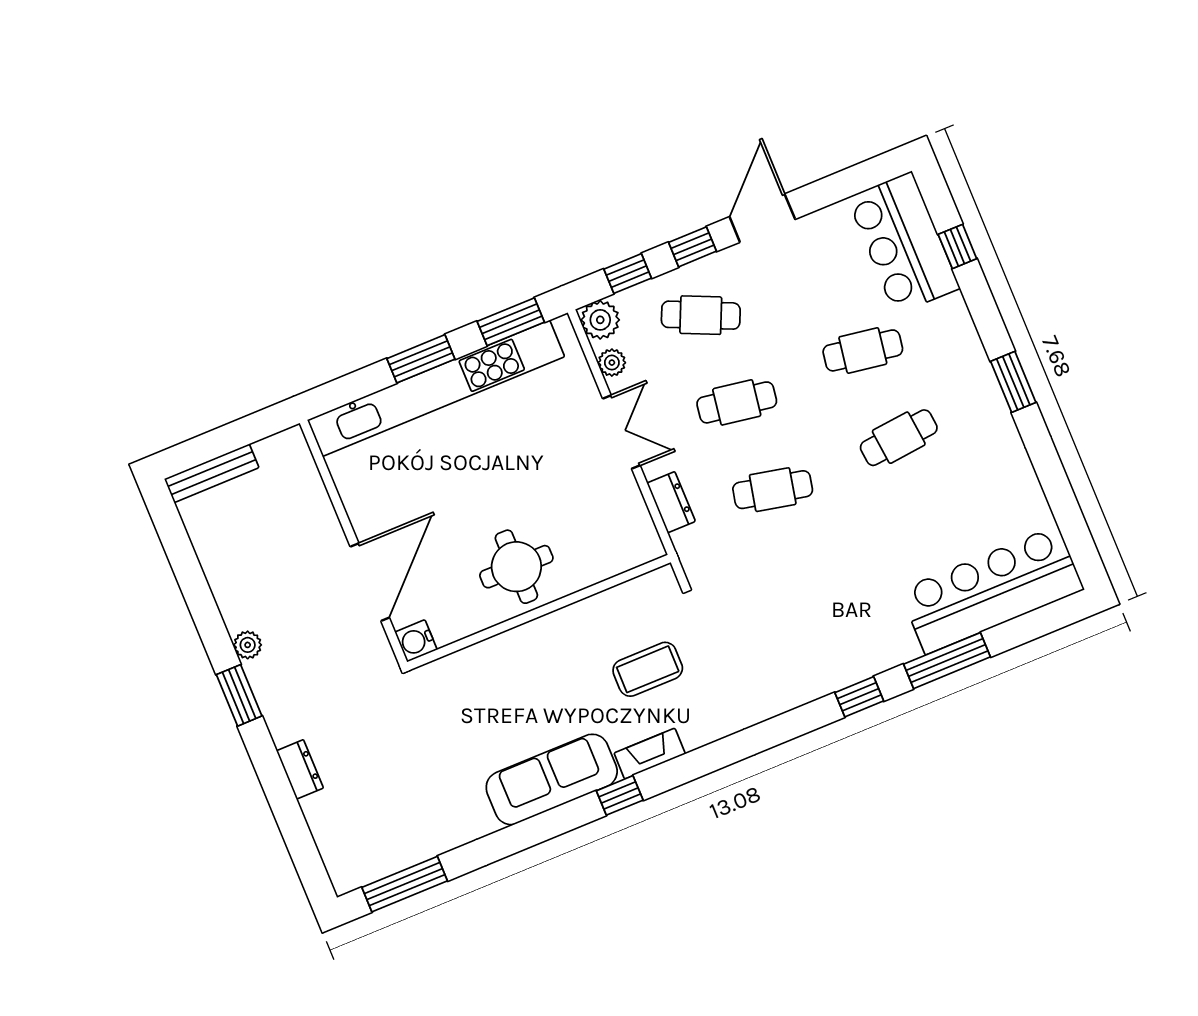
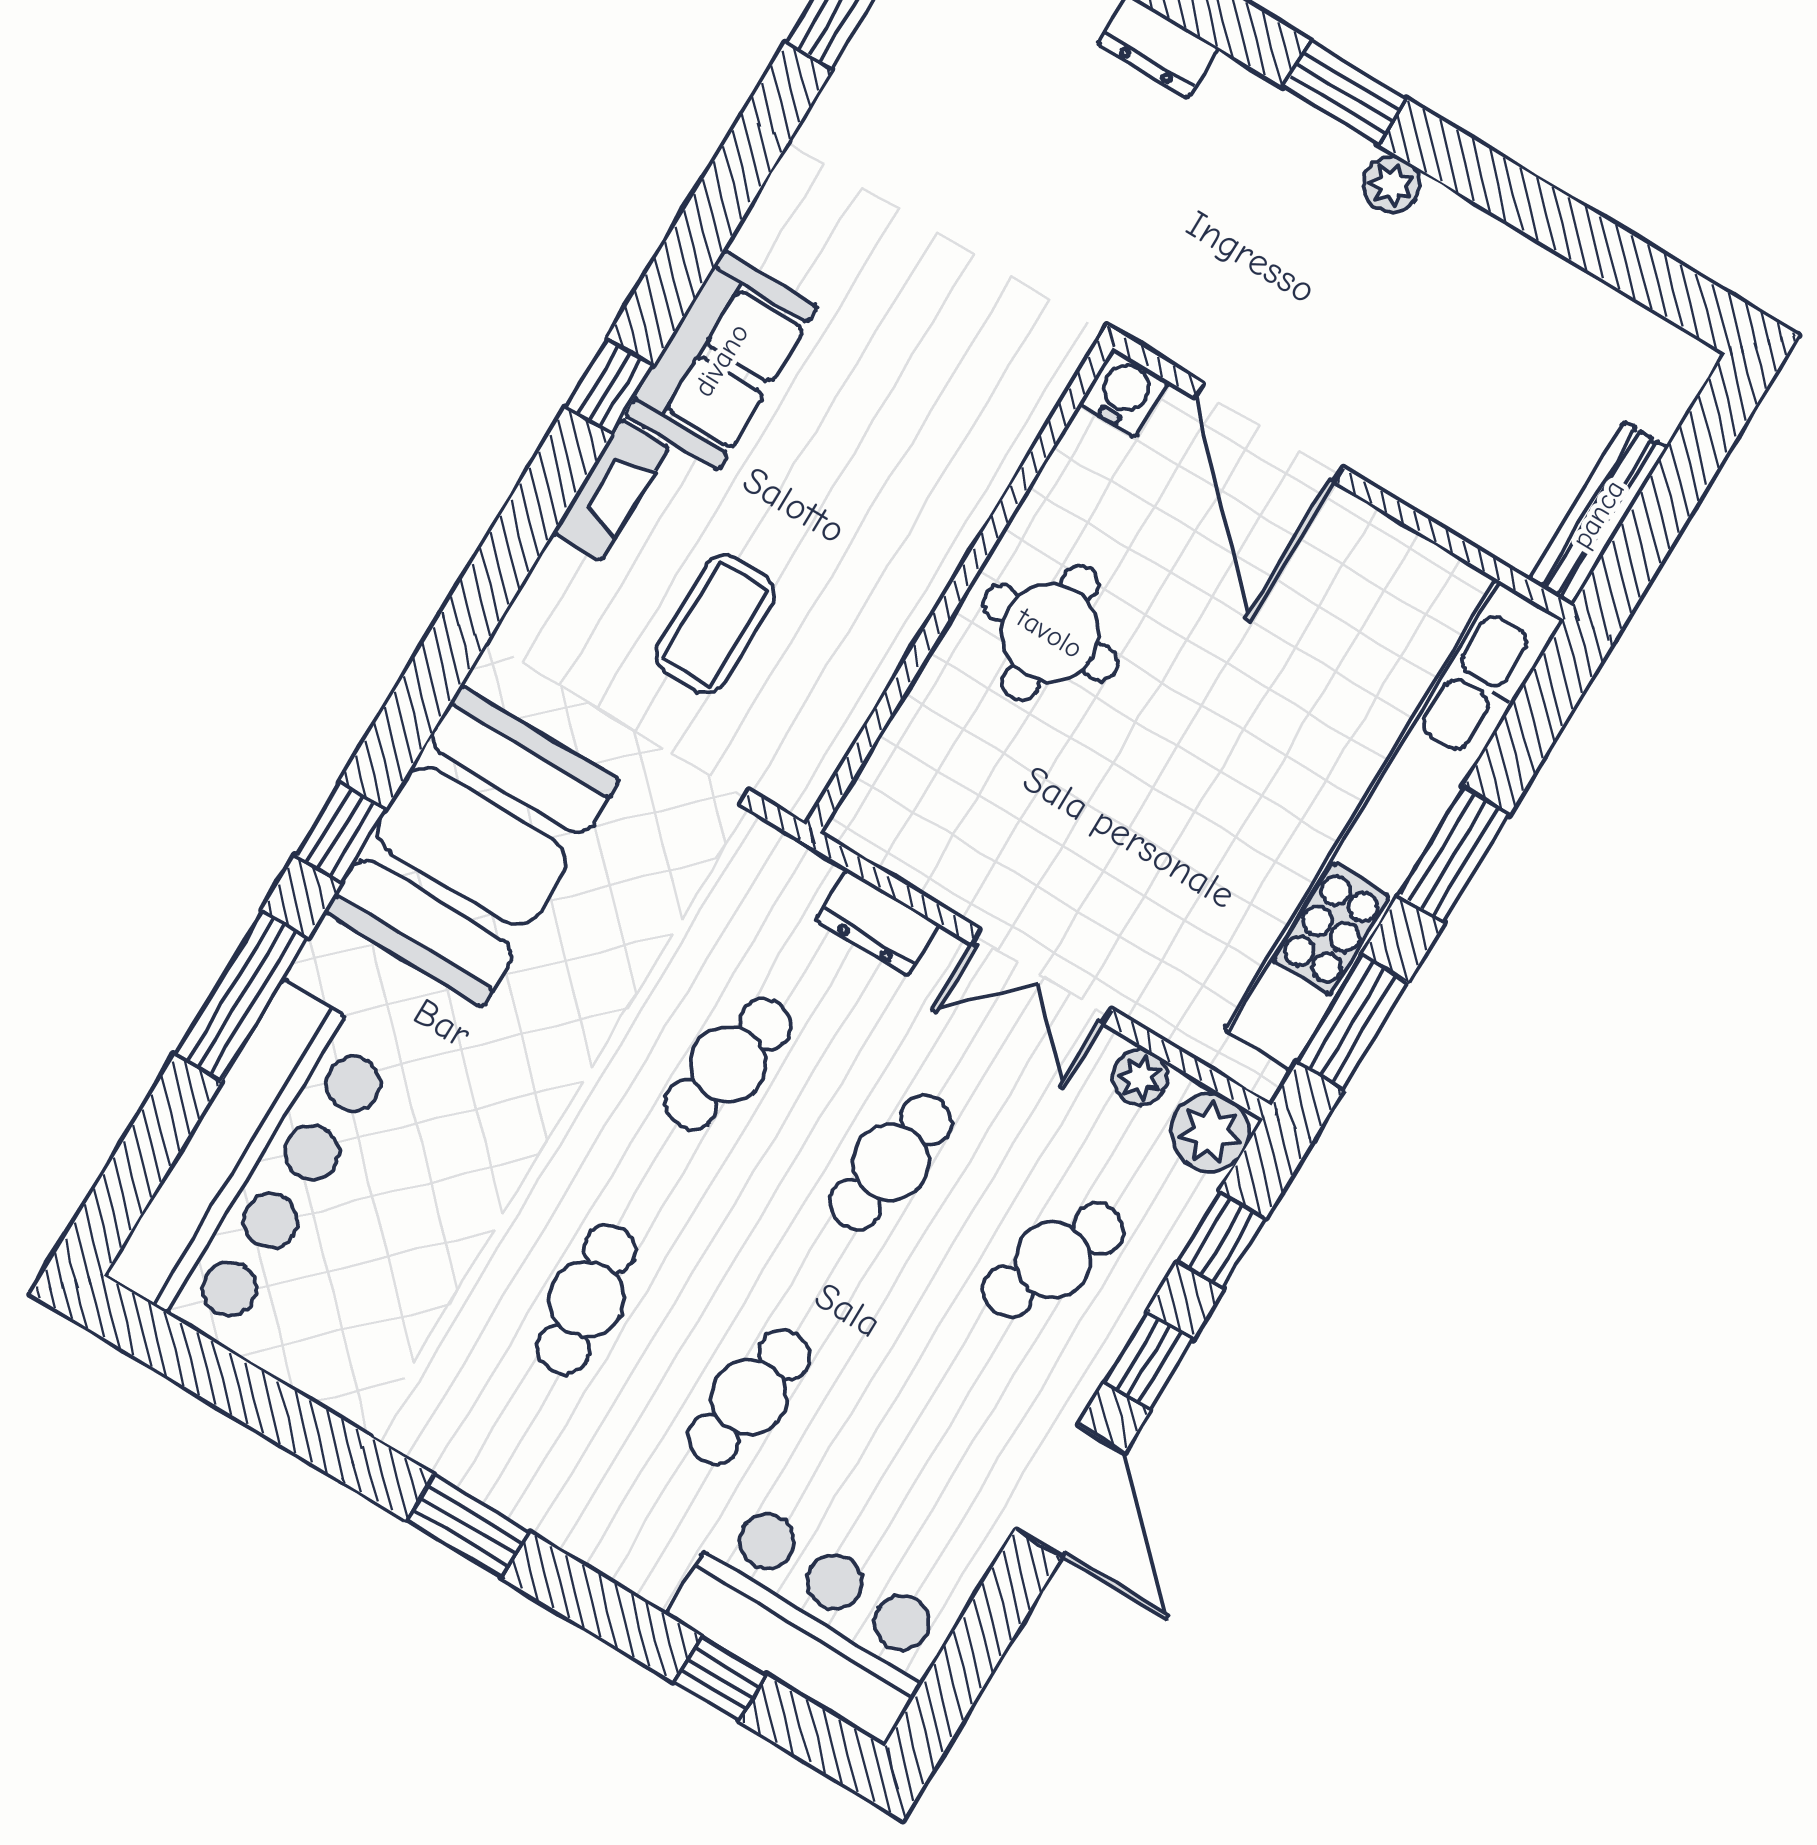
bench: (212, 473) -> (1598, 514), moved
booth: (811, 652) -> (472, 846), added
sofa: (552, 779) -> (721, 360), width x0.73

